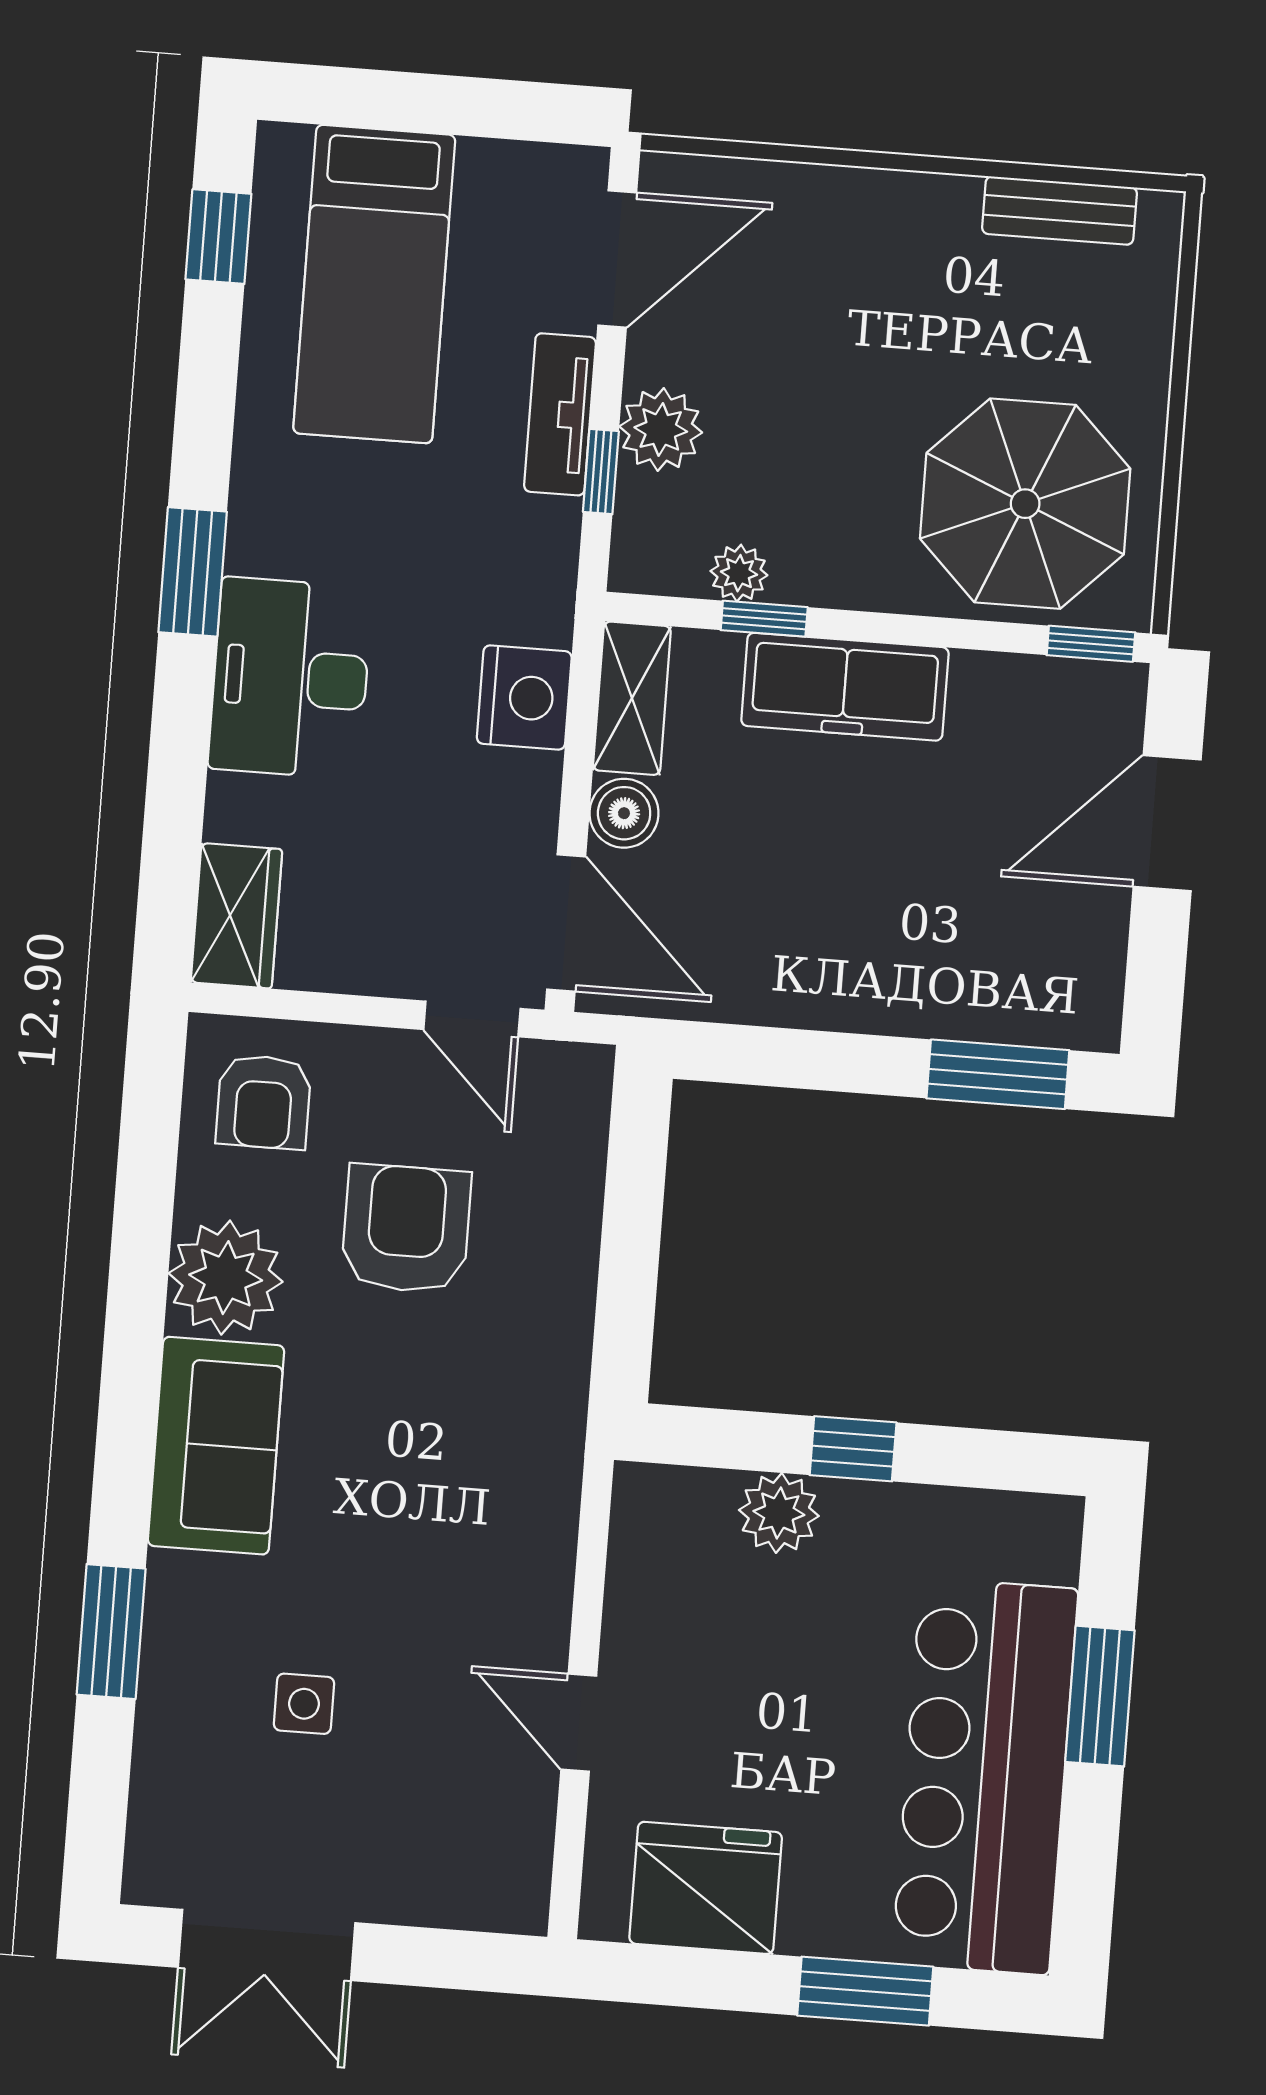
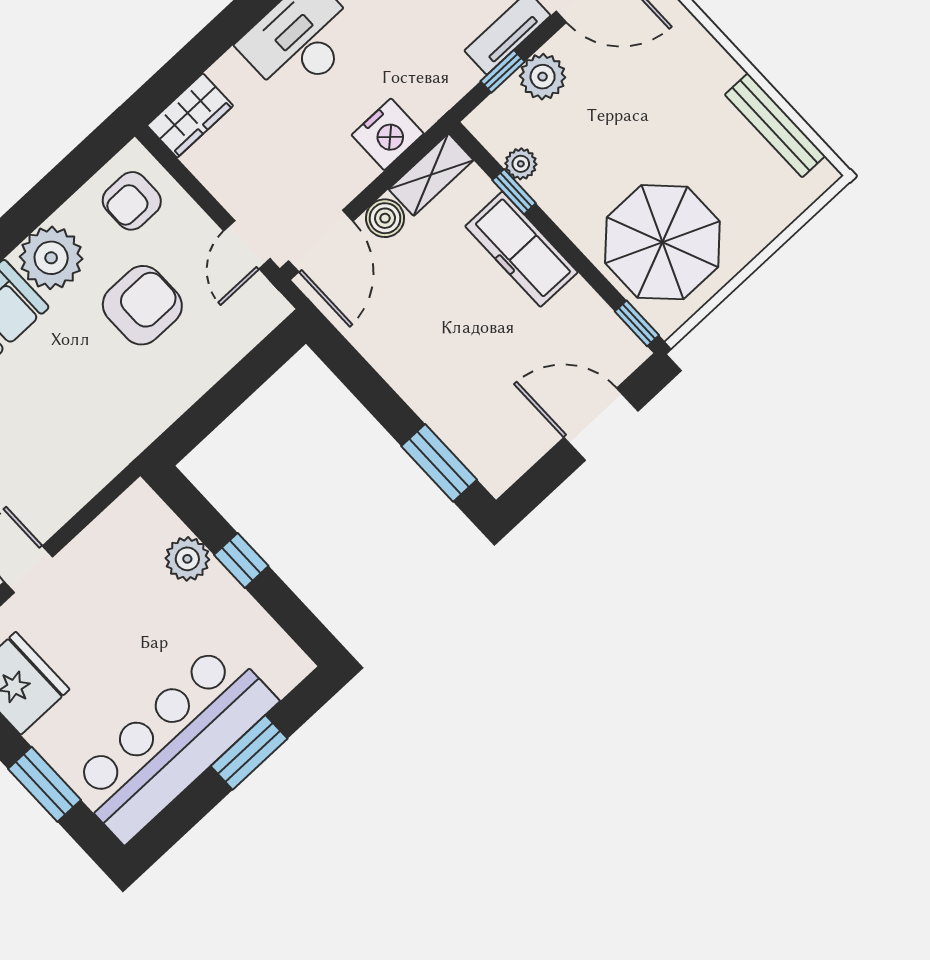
bench: (1059, 211) -> (775, 125), width x1.36

